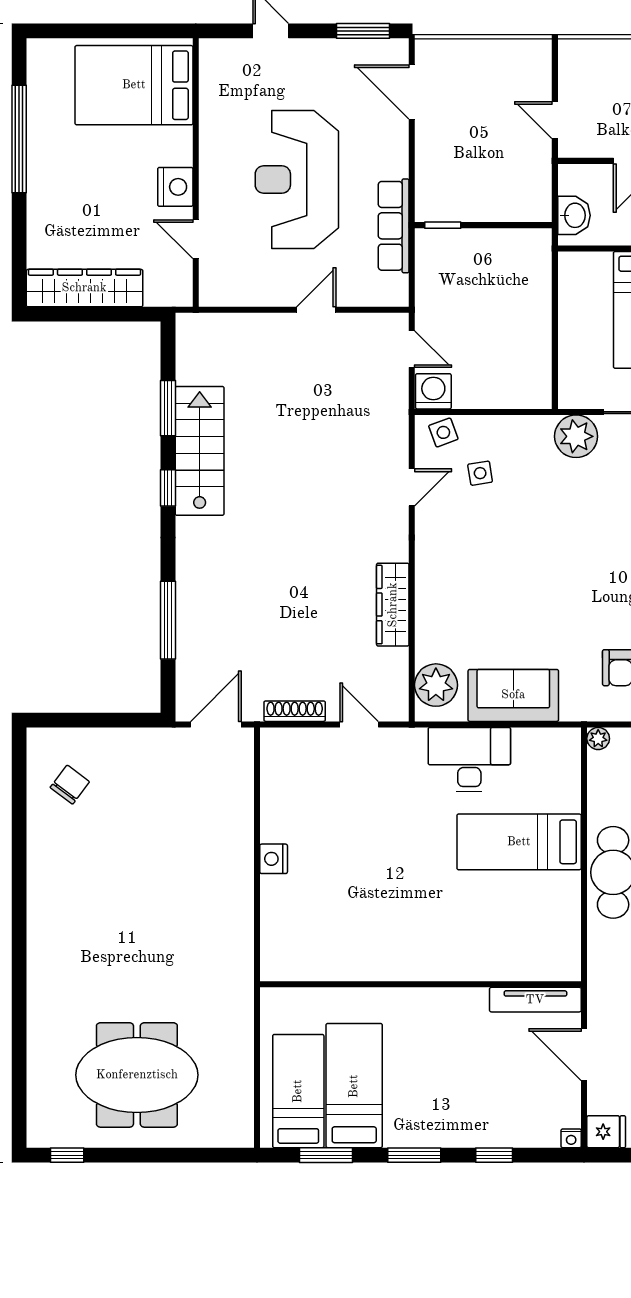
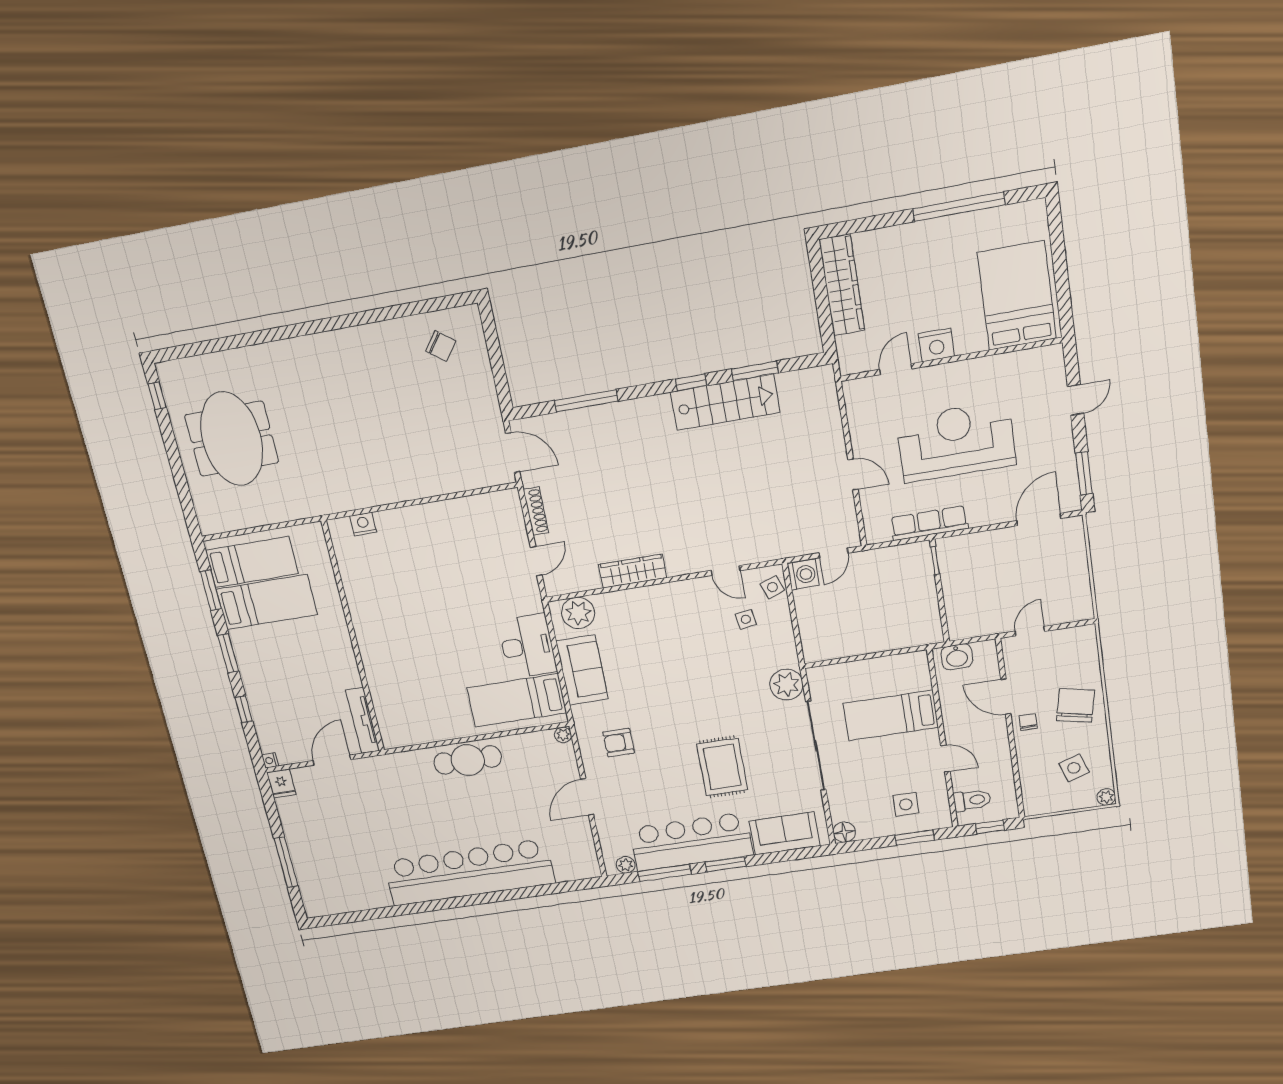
bed: (519, 842) -> (517, 700), moved, turned -90
nightstand: (274, 859) -> (363, 524), moved

